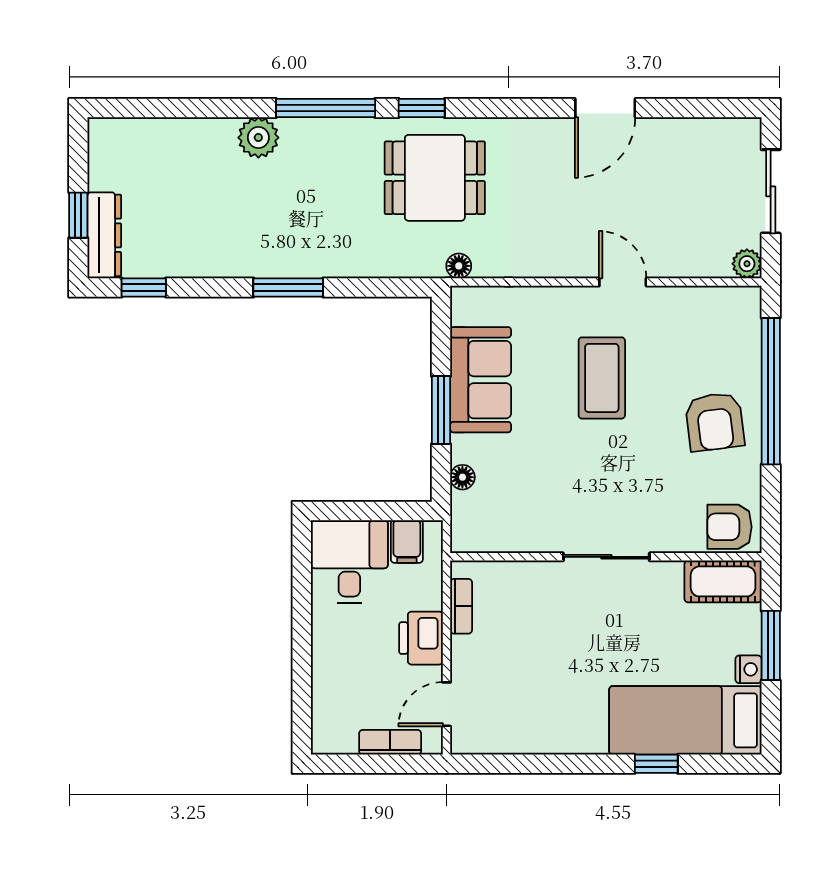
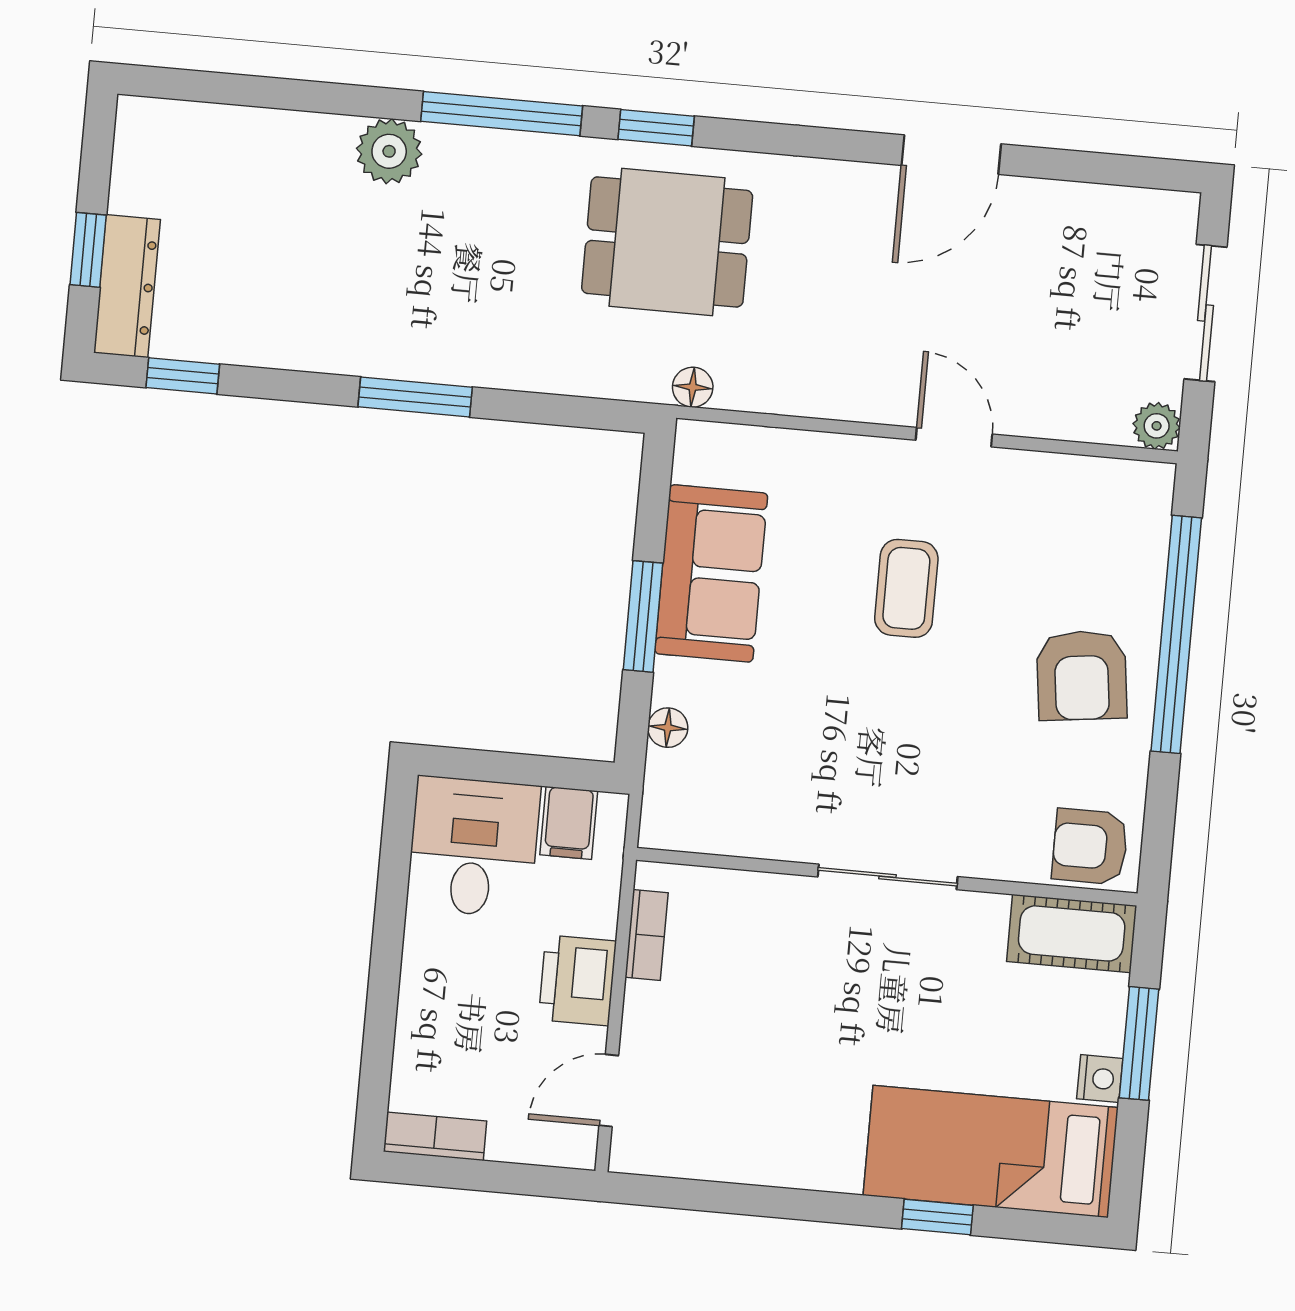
coffee table: (602, 378) -> (906, 588), width x0.73, depth x0.77
bookcase: (390, 742) -> (435, 1136), moved

